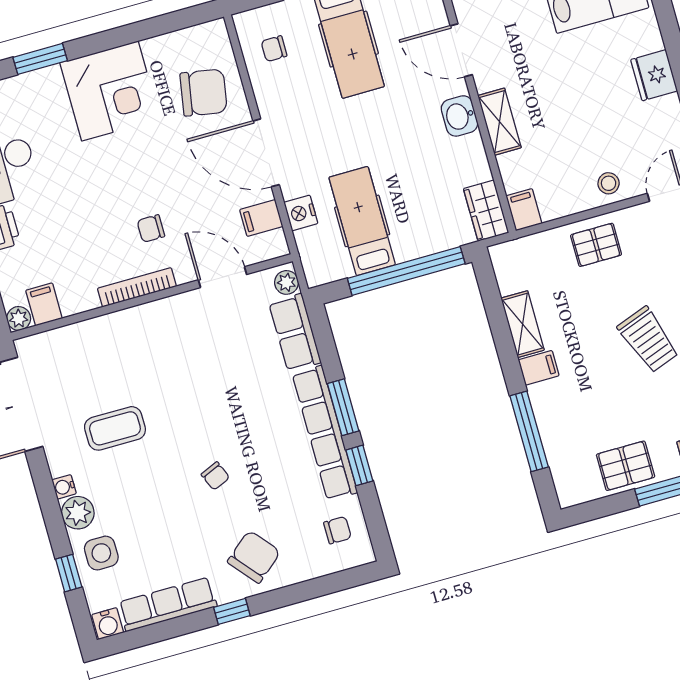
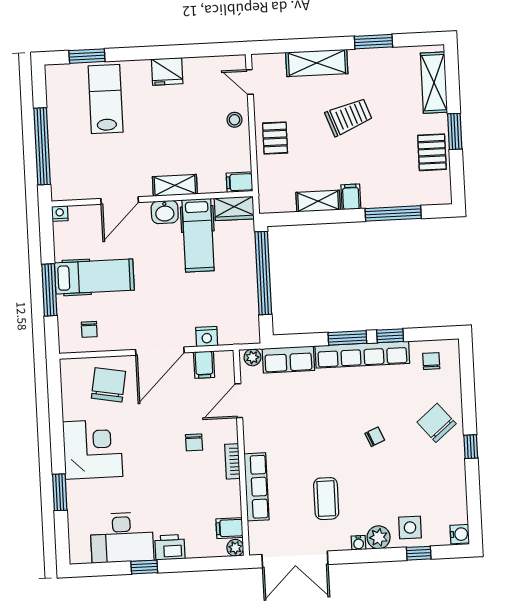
hospital bed: (362, 221) -> (198, 235), moved, turned -90
bookcase: (137, 287) -> (232, 461), width x0.64
row of seats: (168, 604) -> (257, 487), moved, turned 180

